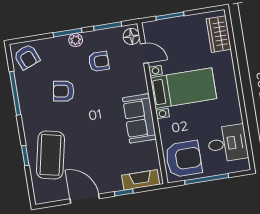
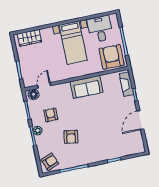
bed with nightstands: (183, 88) -> (73, 43), moved, turned 180
coffee table: (50, 155) -> (113, 144), removed

